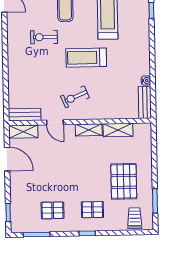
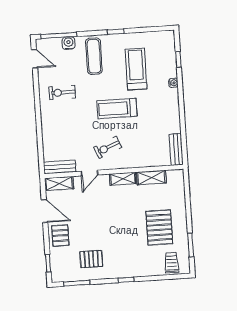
exercise bike: (44, 37) -> (62, 92), moved
water cooler: (146, 80) -> (173, 83), moved
door: (55, 122) -> (89, 173), hinge flipped
pallet: (92, 210) -> (60, 236), moved, turned 90

